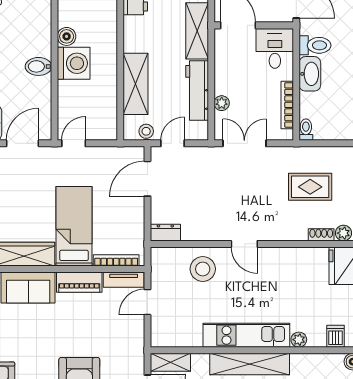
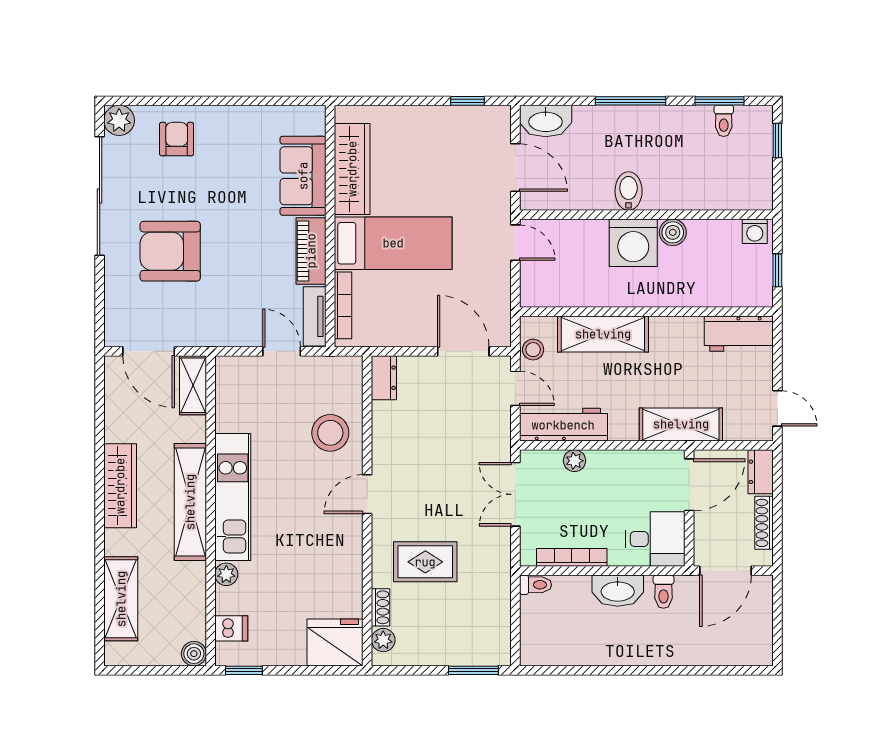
toilet: (315, 45) -> (663, 592), width x0.73, depth x0.72
workbench: (197, 91) -> (563, 425), moved
double door: (244, 143) -> (515, 494), swing flipped
rug: (310, 187) -> (425, 562), moved, turned 90

